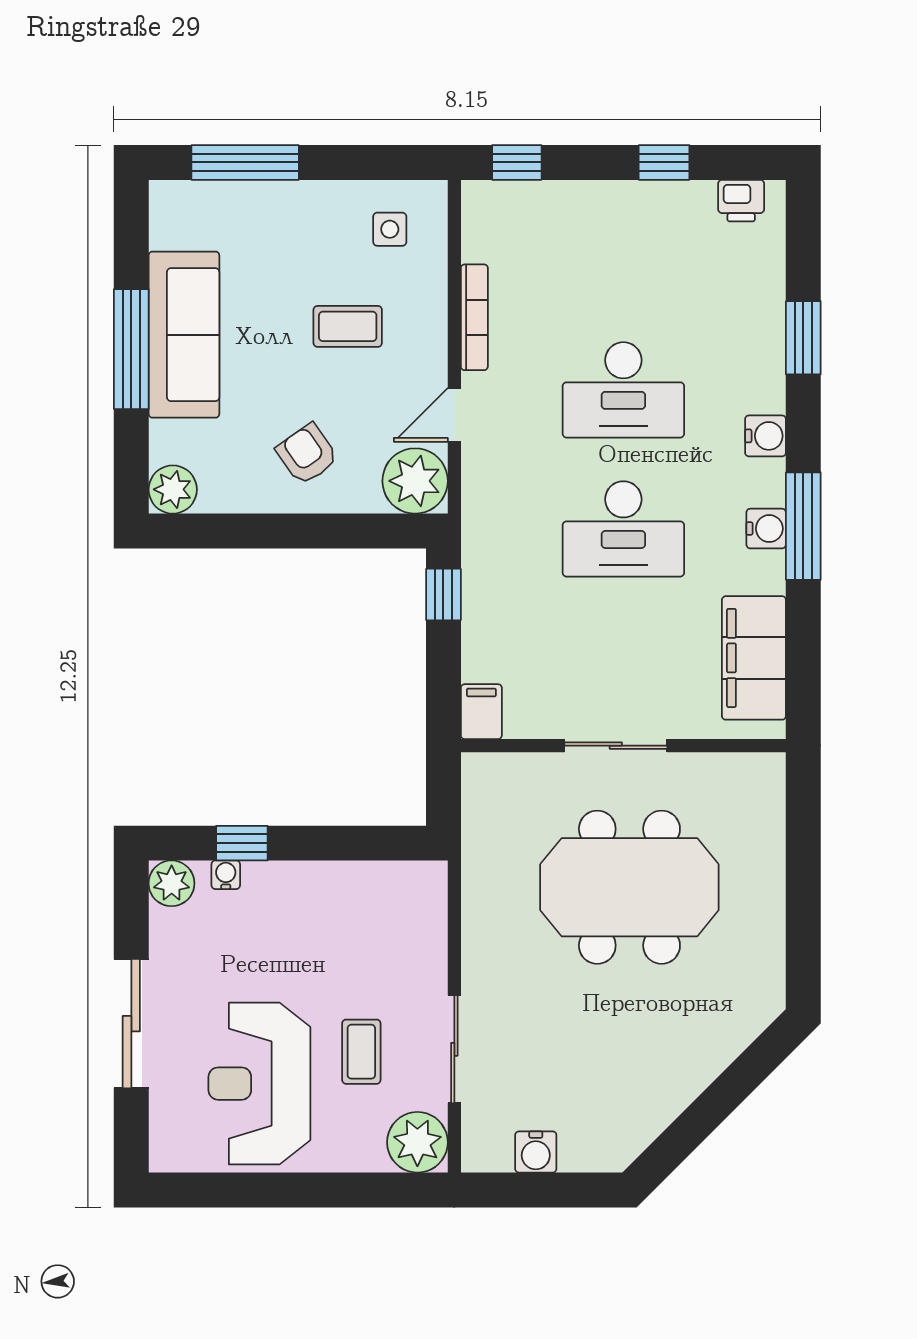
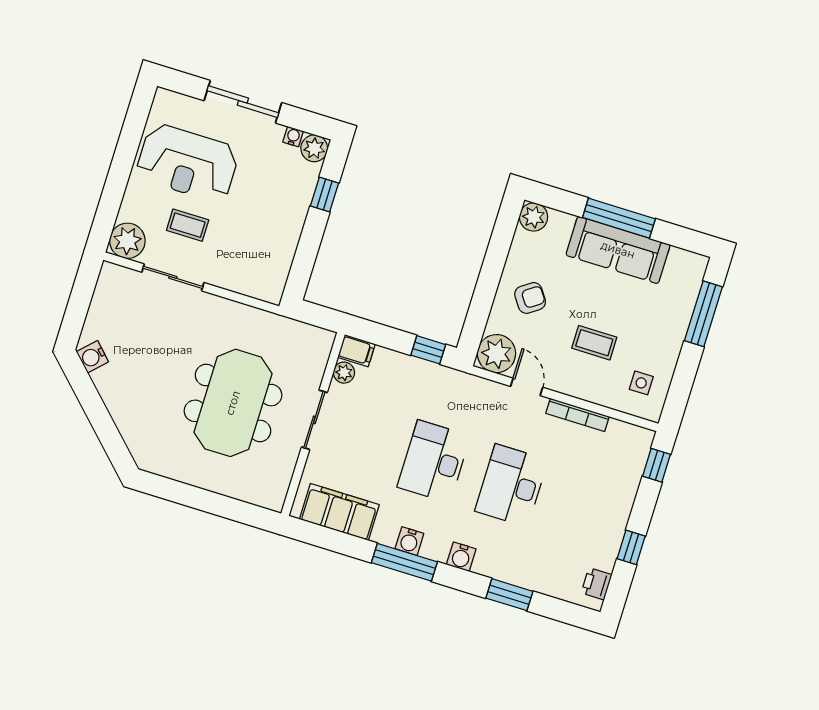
coffee table: (348, 326) -> (594, 343), turned 90
plant: (523, 721) -> (344, 373), added
water cooler: (226, 875) -> (293, 137), moved, turned -90
reception desk: (259, 1084) -> (187, 163), turned 180
water cooler: (536, 1152) -> (92, 357), moved, turned -45

